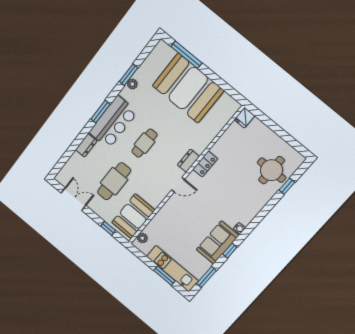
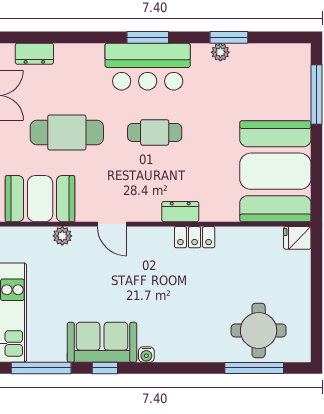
booth: (188, 88) -> (275, 171), moved
dresser: (86, 145) -> (34, 54), moved
door: (178, 185) -> (112, 224), moved
window: (287, 186) -> (254, 368), width x2.17
plant: (142, 238) -> (62, 236), moved
window: (206, 277) -> (41, 368), width x1.44

